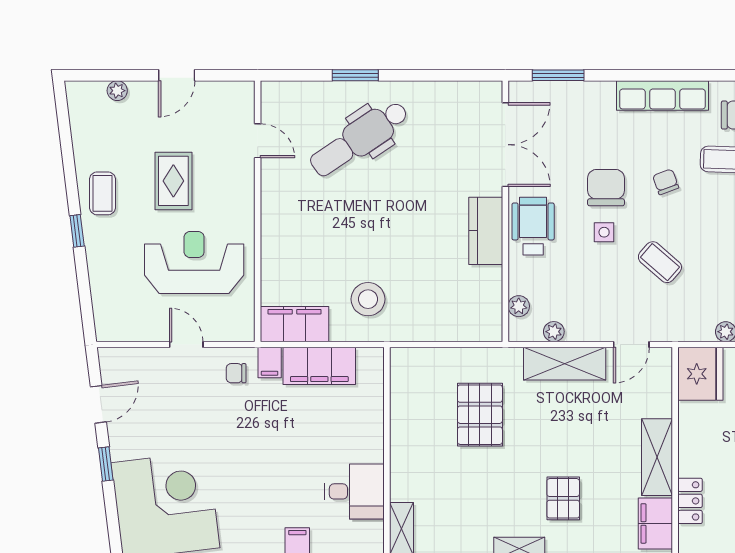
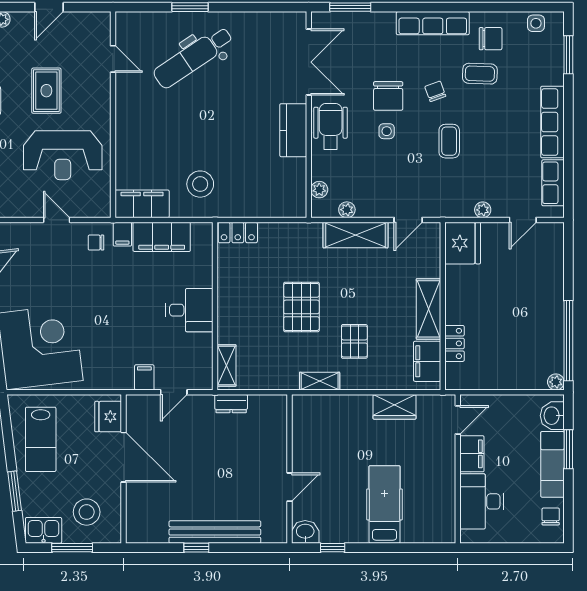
chair: (606, 188) -> (388, 96), turned 180
coffee table: (660, 262) -> (449, 141), moved, turned 49
reception desk: (194, 263) -> (63, 155), turned 180
locker: (416, 360) -> (238, 232), added
pallet: (480, 415) -> (301, 307), moved
desk: (354, 491) -> (189, 310), moved

